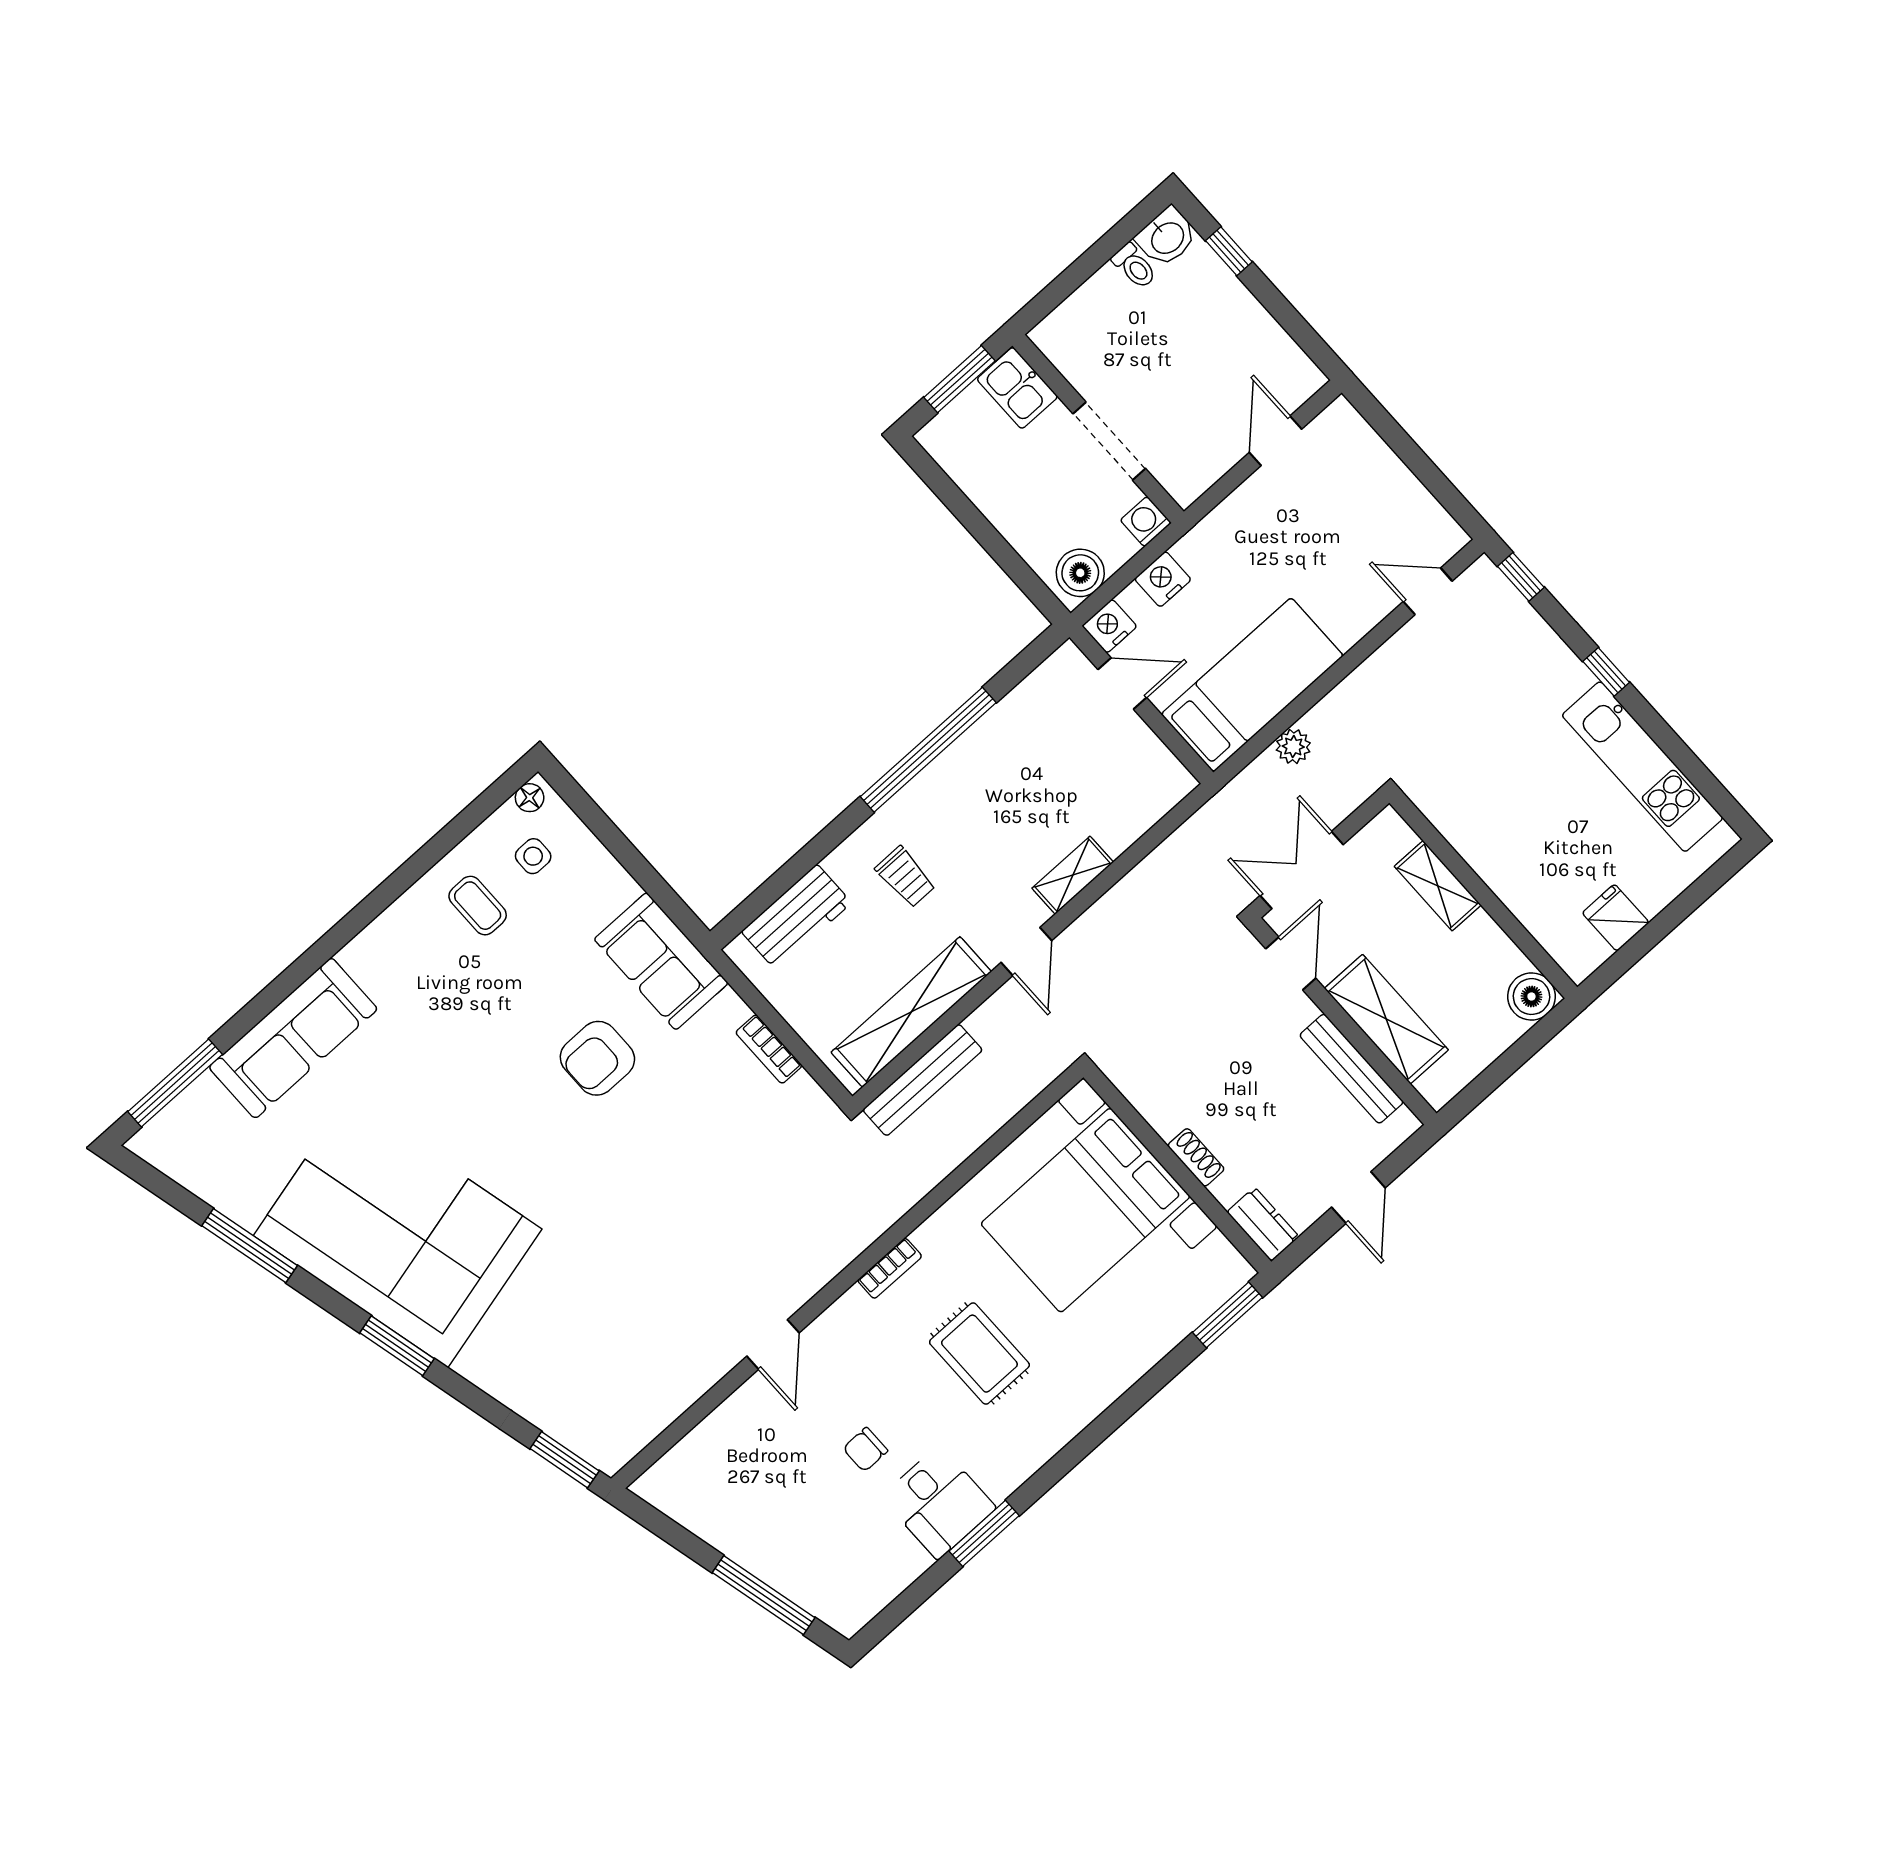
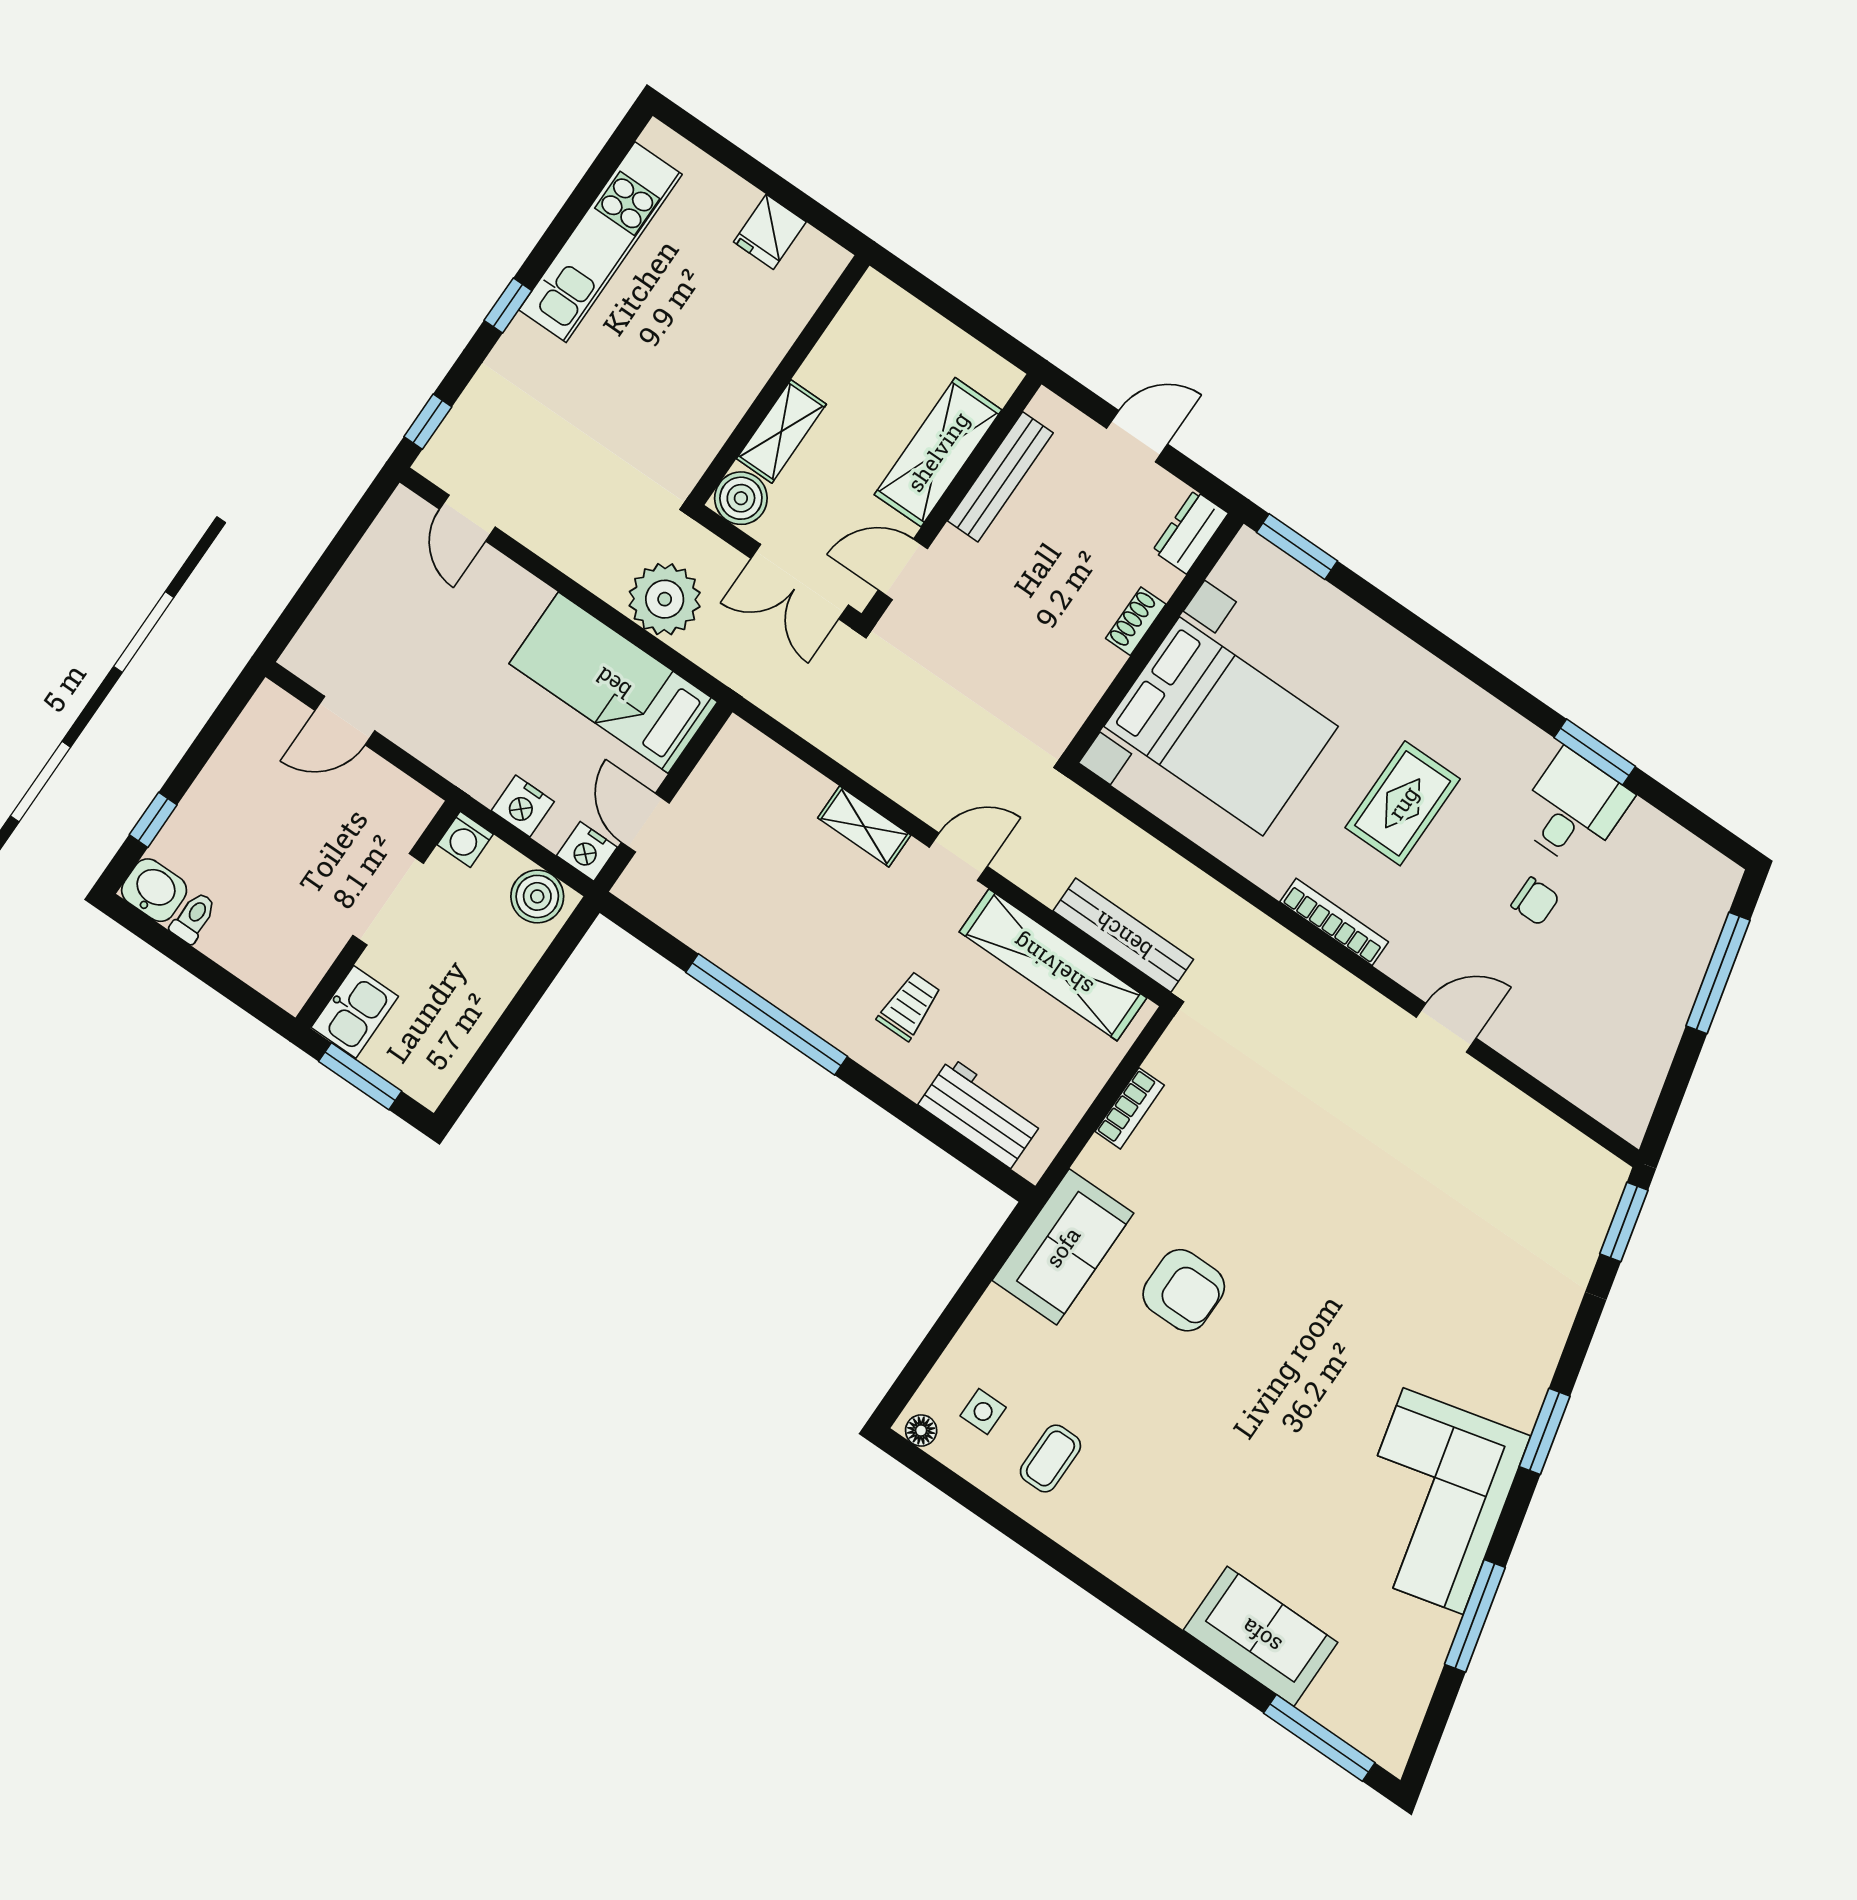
plant: (1293, 746) -> (665, 599), width x1.88, depth x1.88
boiler: (1531, 997) -> (741, 498), moved
sofa: (293, 1038) -> (1261, 1636), width x0.73
corner sofa: (398, 1232) -> (1433, 1501), width x0.73, depth x0.74
bookcase: (890, 1268) -> (1334, 922), width x1.56

